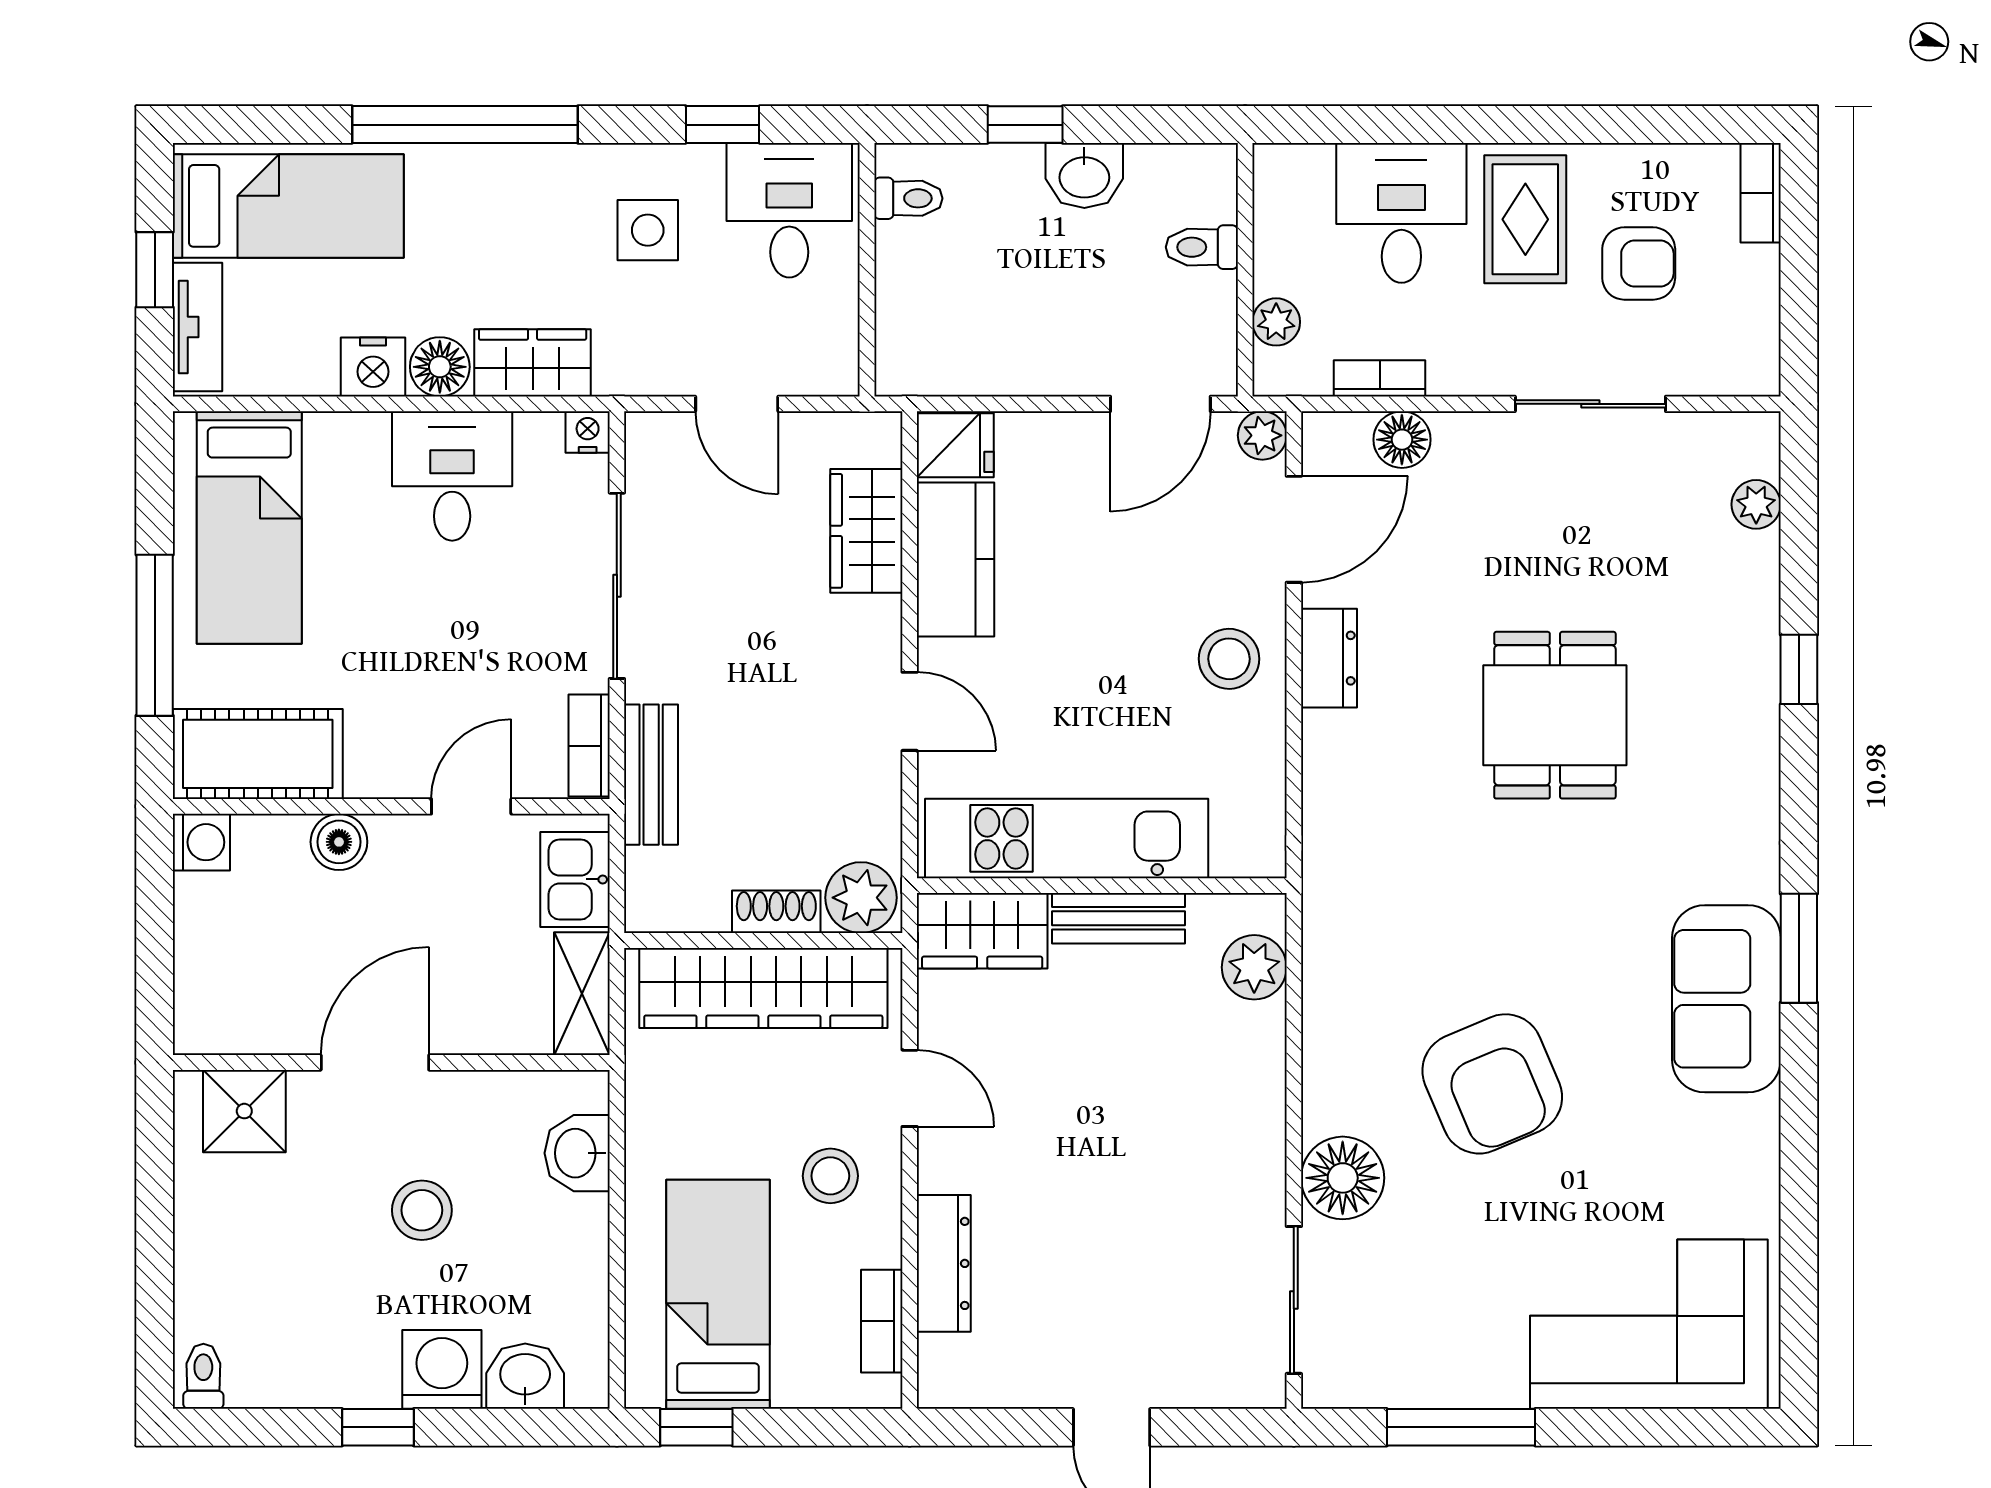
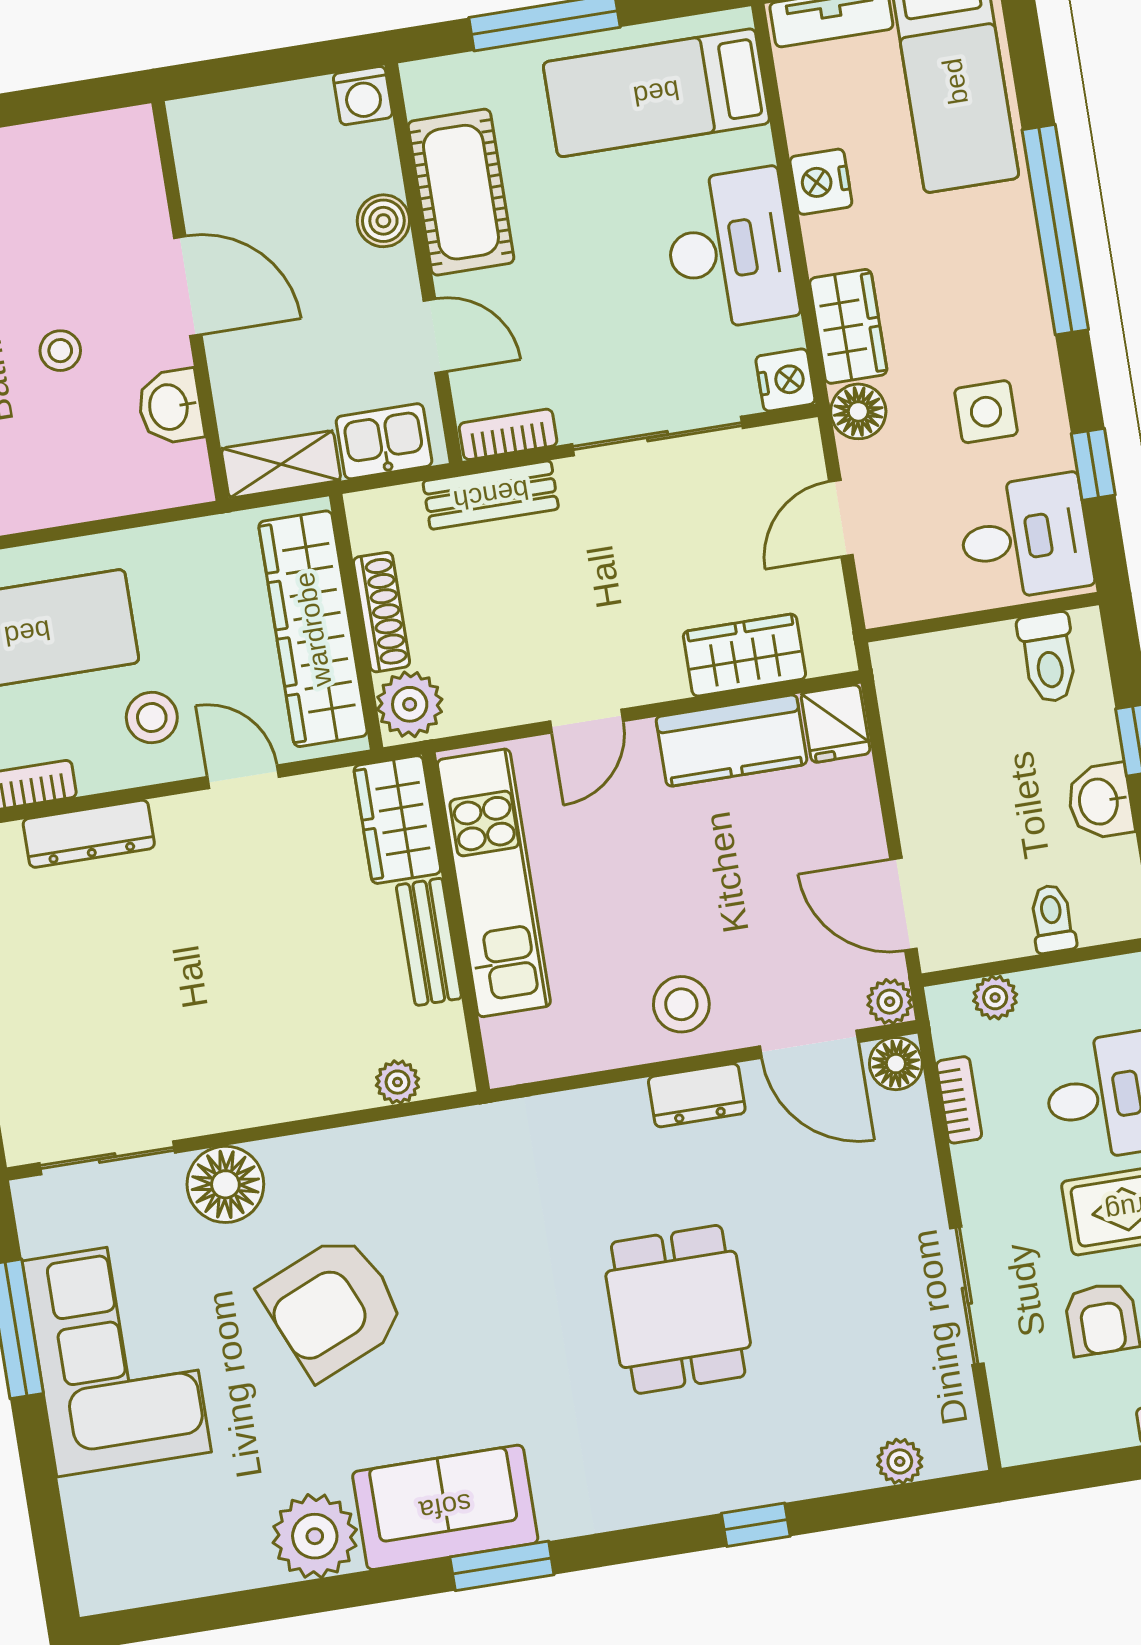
toilet: (908, 198) -> (1048, 657), width x1.37, depth x1.39
floor lamp: (440, 367) -> (858, 411), moved
nightstand: (588, 432) -> (785, 380), width x1.39, depth x1.35
floor lamp: (1402, 440) -> (896, 1064), moved
desk: (452, 476) -> (730, 249), width x1.37
dining table: (1555, 715) -> (678, 1309), turned 90
cot: (258, 754) -> (461, 192), moved
shoe rack: (776, 912) -> (382, 612), width x1.43
plant: (1254, 967) -> (398, 1082), width x0.73, depth x0.73
door: (910, 1088) -> (243, 777), swing flipped
shower: (244, 1111) -> (124, 174), removed
plant: (1735, 1143) -> (315, 1536), added
washbasin: (577, 1153) -> (170, 407), moved, turned -90
stool: (422, 1210) -> (60, 351), width x0.73, depth x0.73
corner sofa: (1649, 1324) -> (117, 1356), moved

